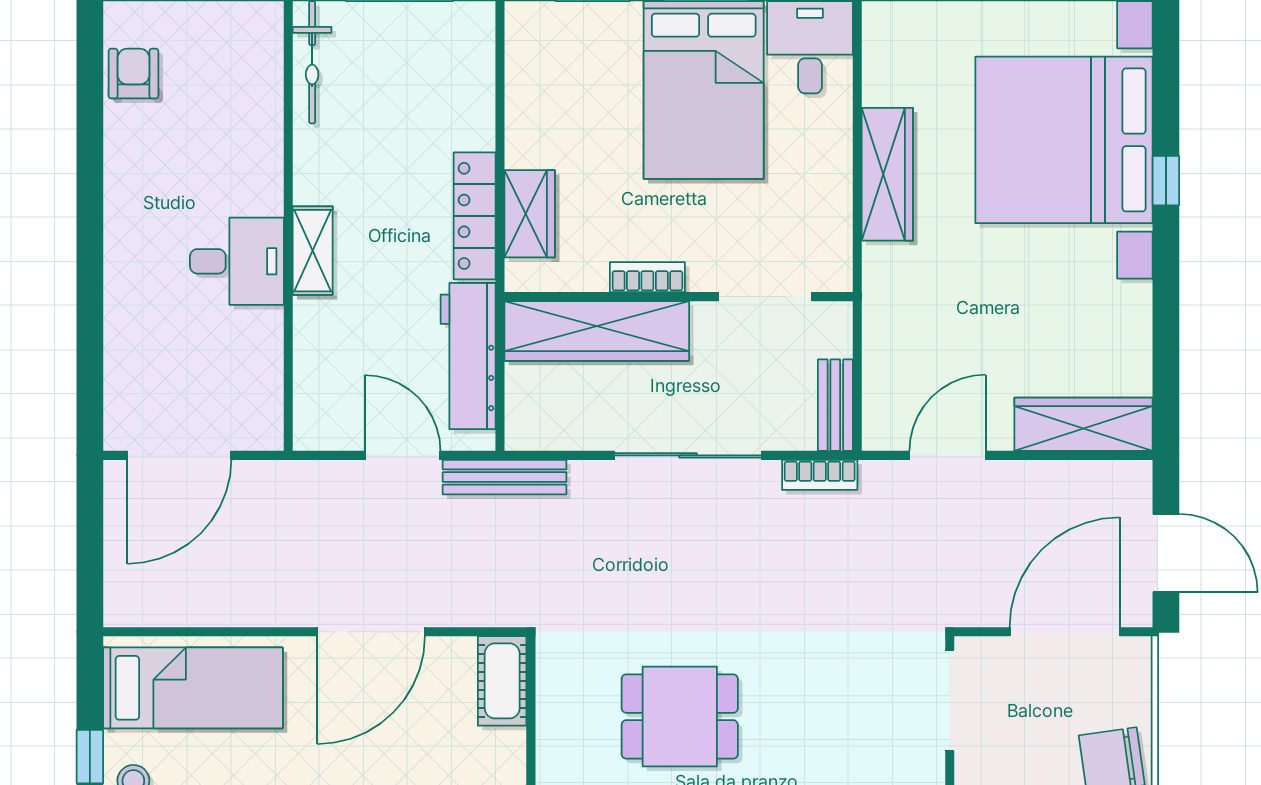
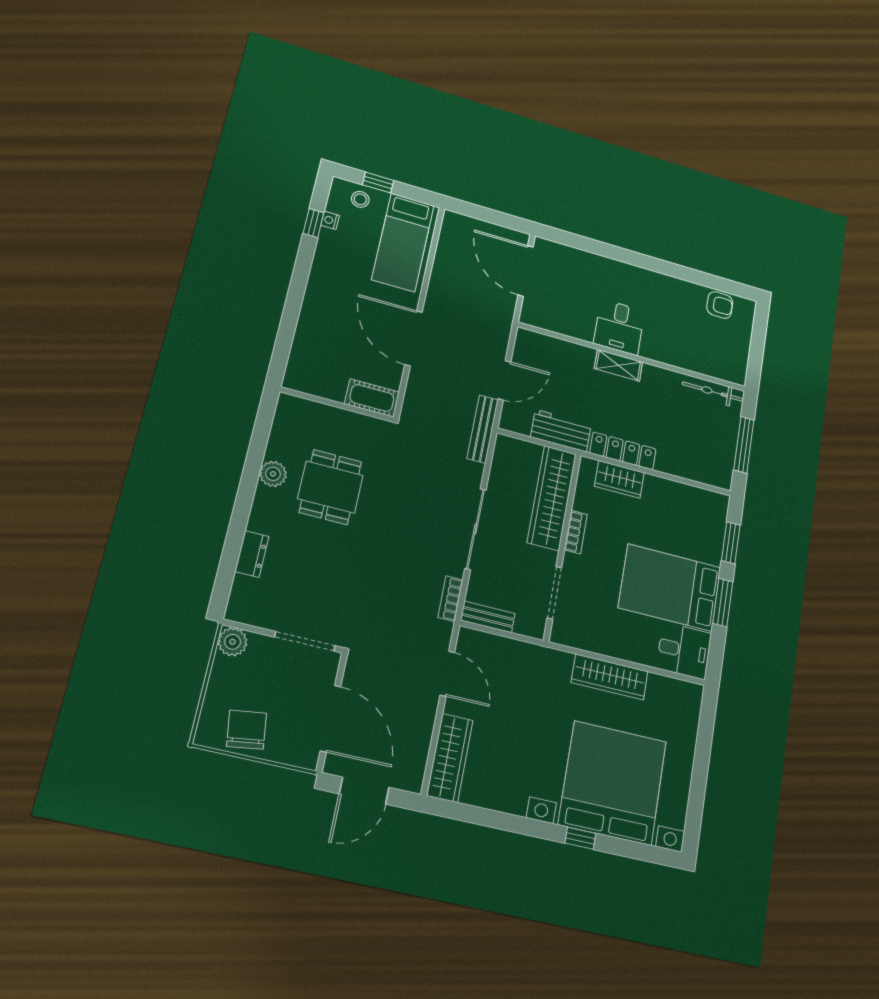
workbench: (468, 356) -> (561, 431), width x0.73

